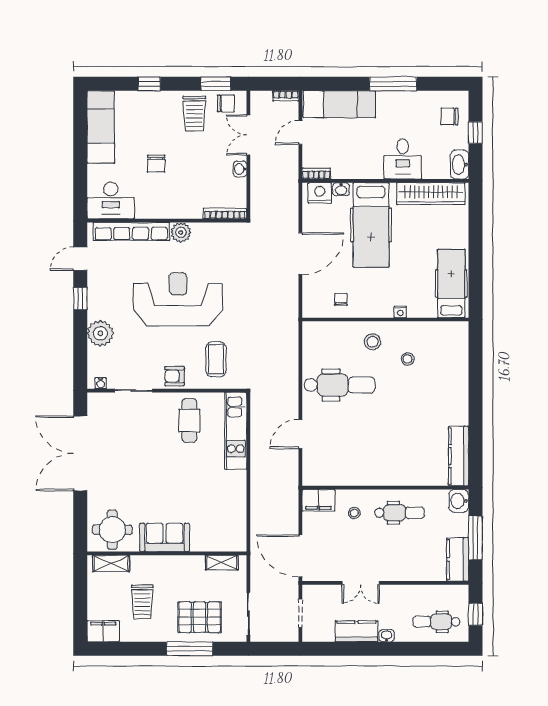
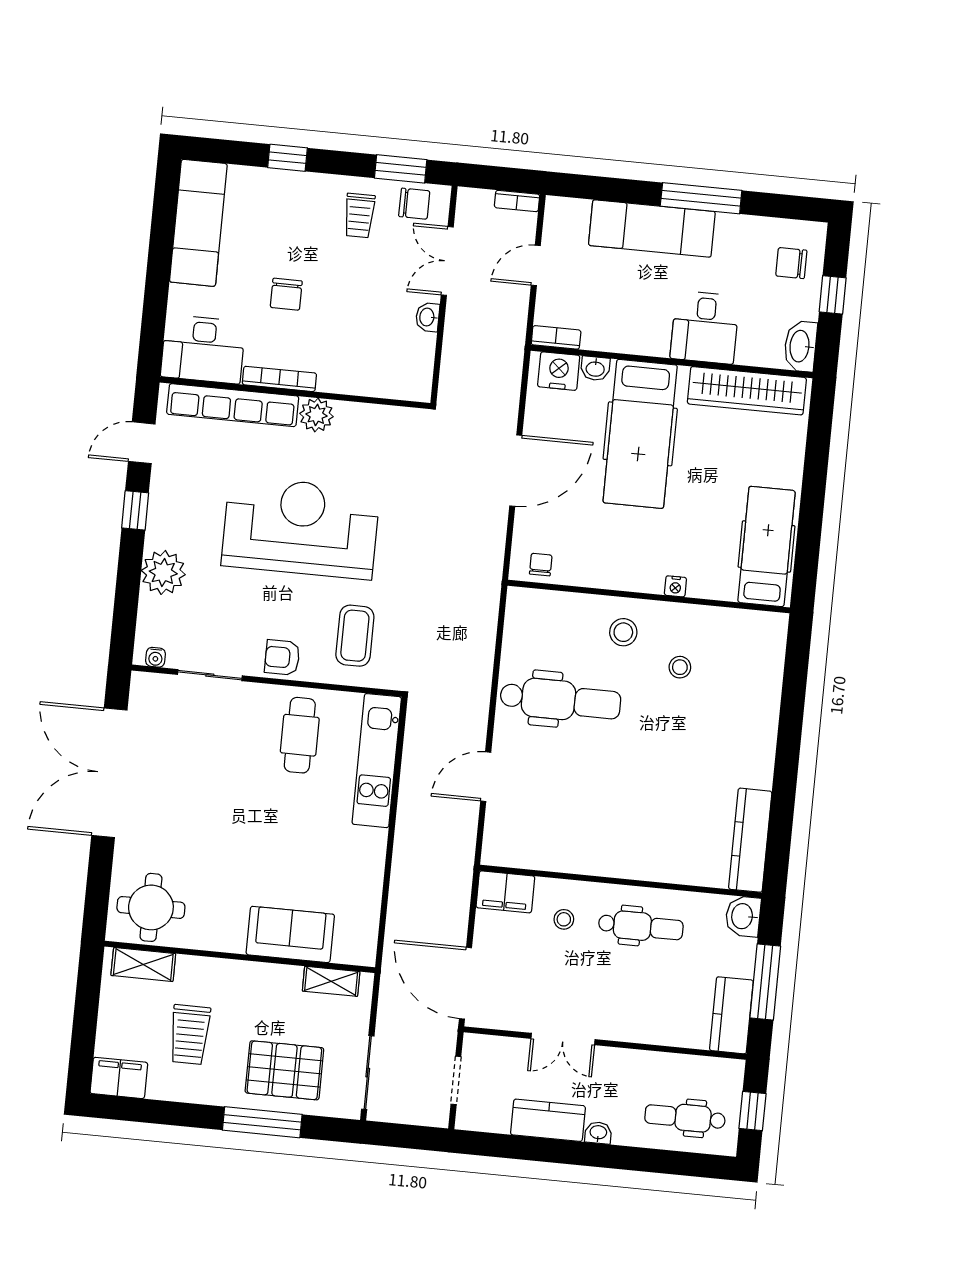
exam couch: (339, 104) -> (652, 228), moved
trolley: (194, 113) -> (359, 215), width x0.73, depth x0.72
bookcase: (225, 213) -> (279, 379), moved
chair: (341, 299) -> (541, 565), moved
sofa: (165, 537) -> (290, 934), moved

